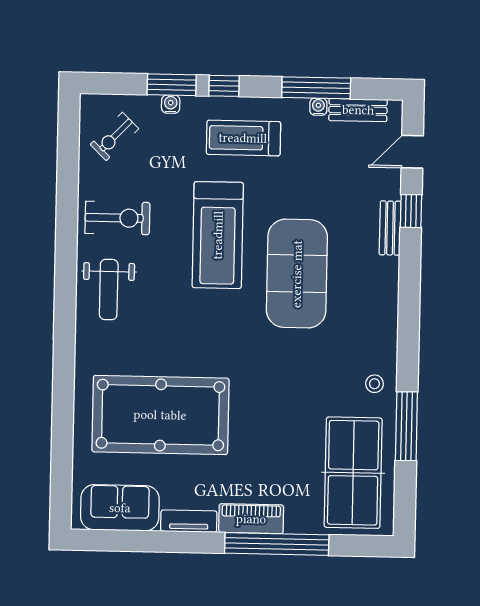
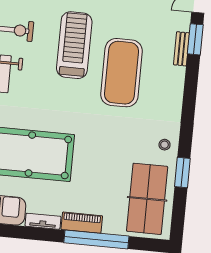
window: (411, 211) -> (195, 39), width x1.50
treadmill: (218, 235) -> (74, 45), turned 180
window: (406, 426) -> (182, 173), width x0.69

